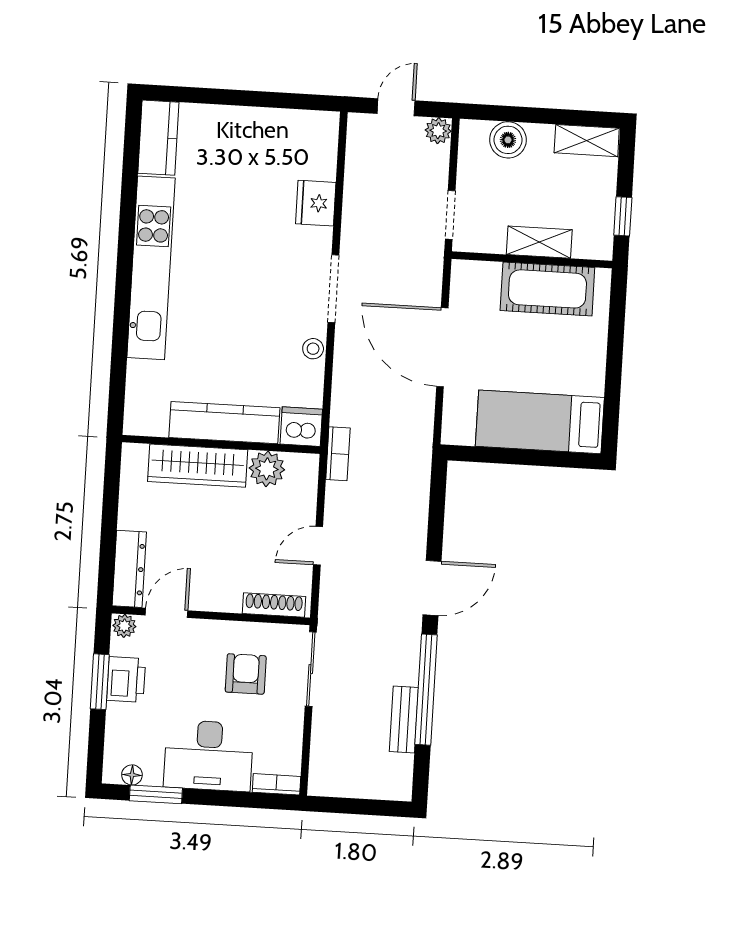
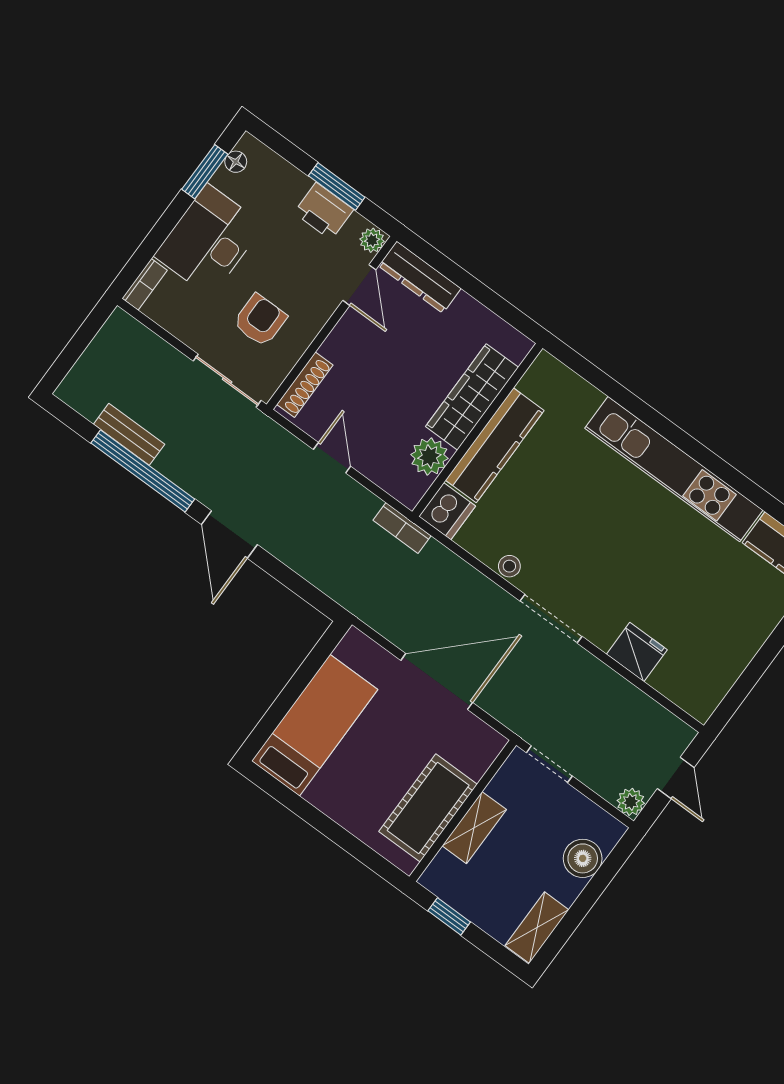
armchair: (246, 674) -> (260, 320), turned -90

